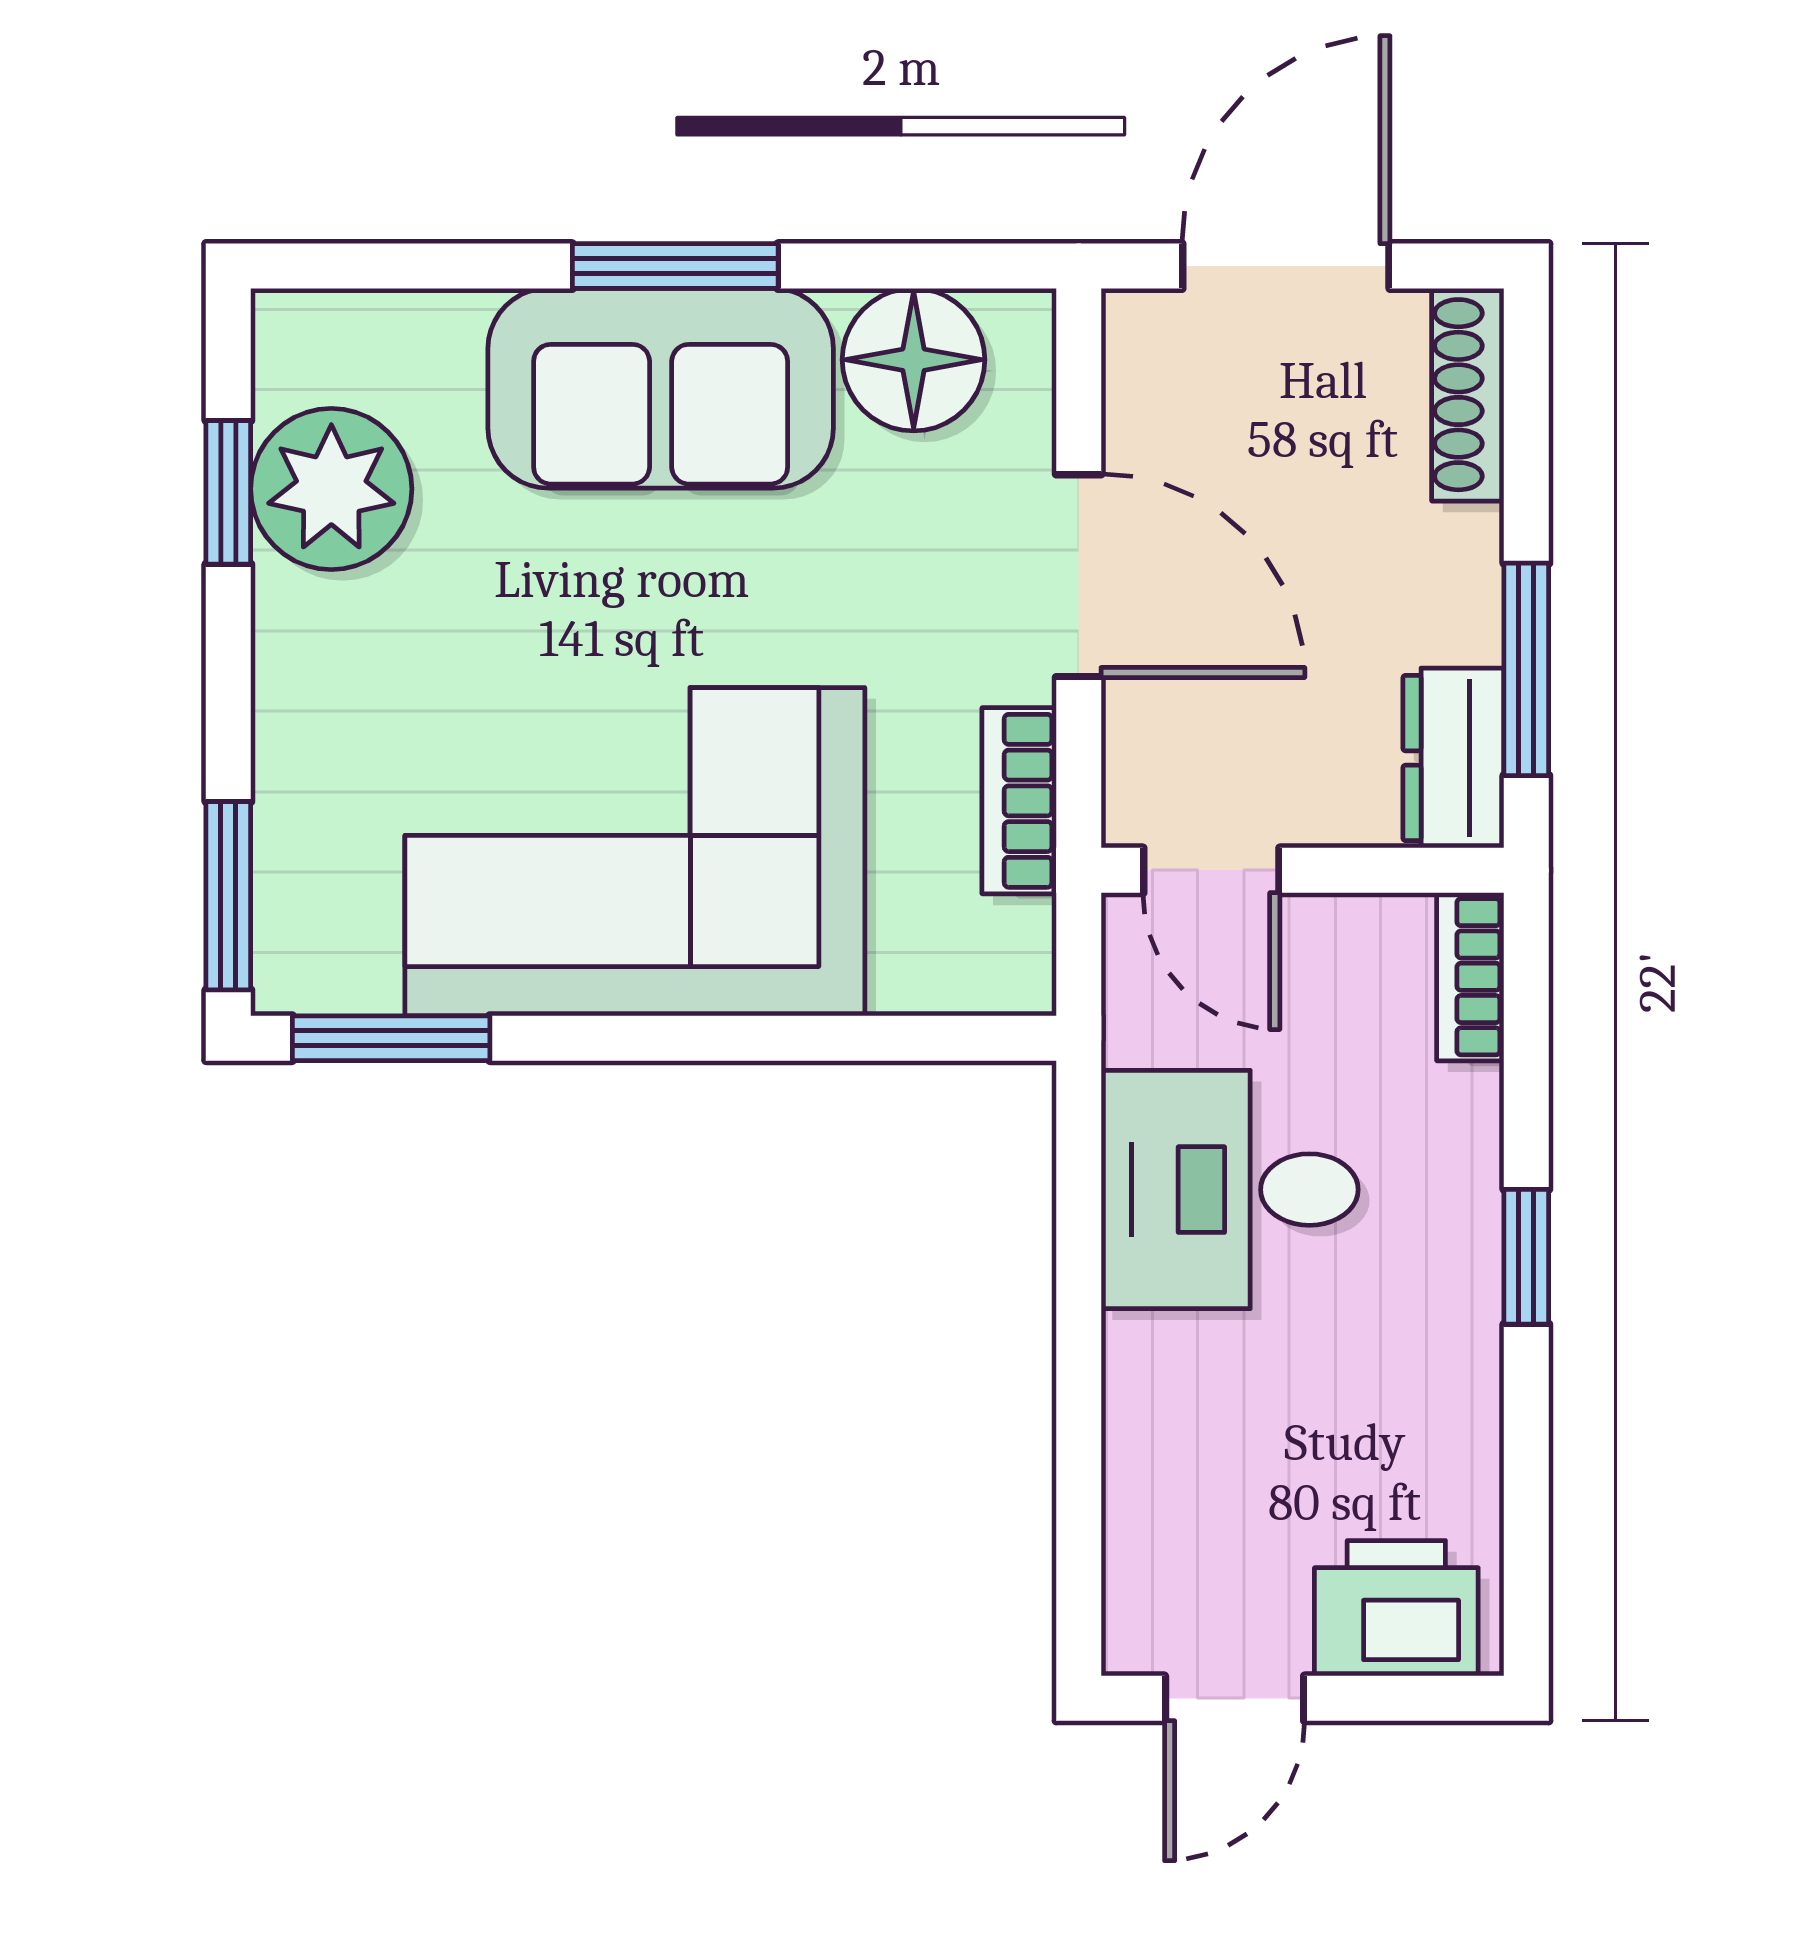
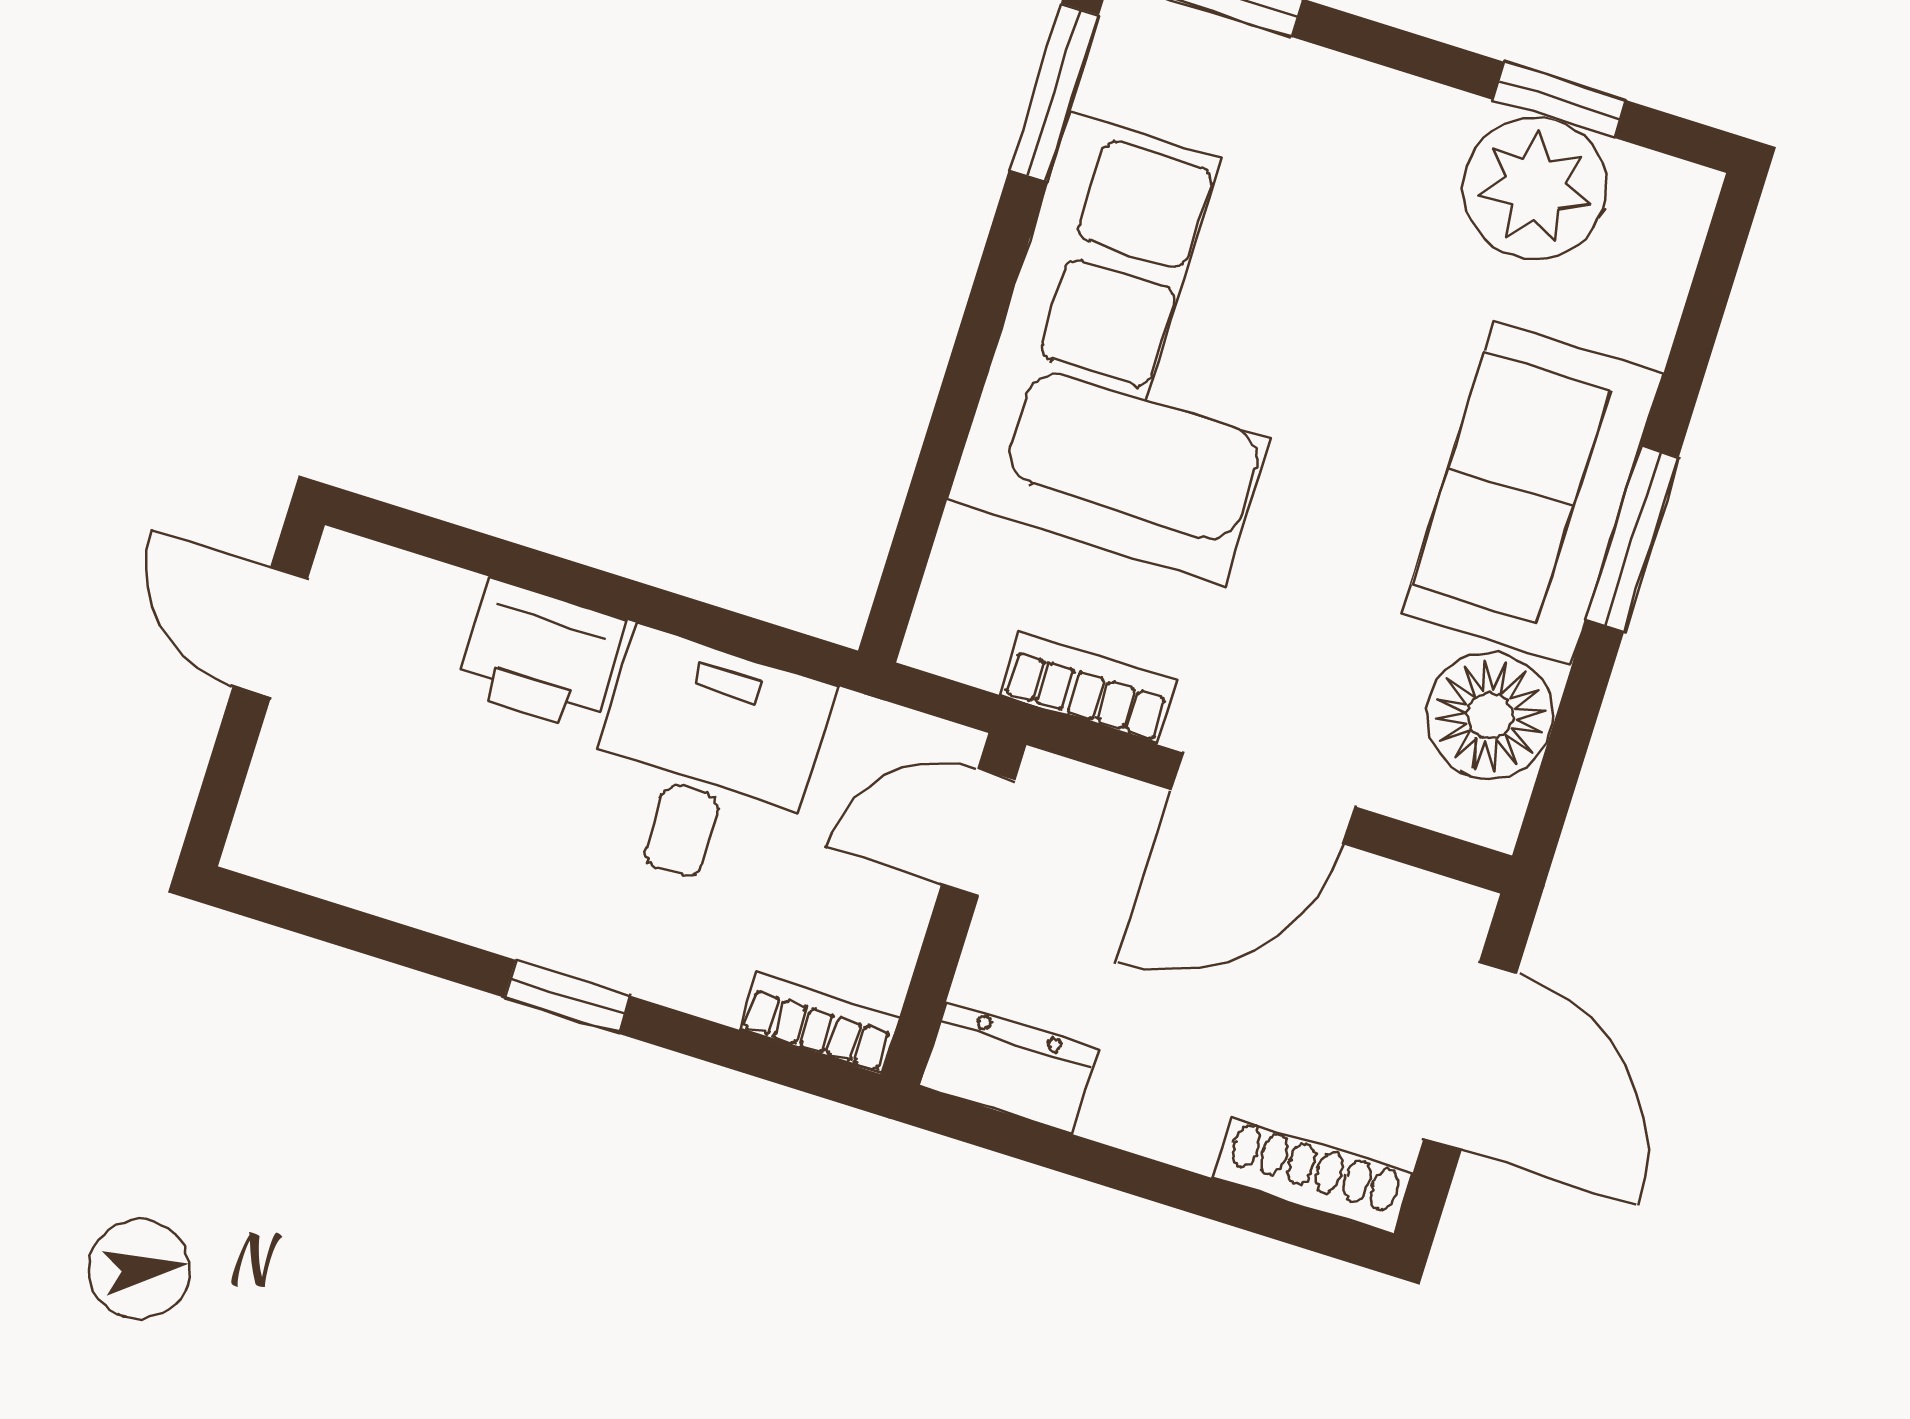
window: (1526, 669) -> (1065, 1153), removed
printer: (1396, 1608) -> (541, 656), moved, turned 90

